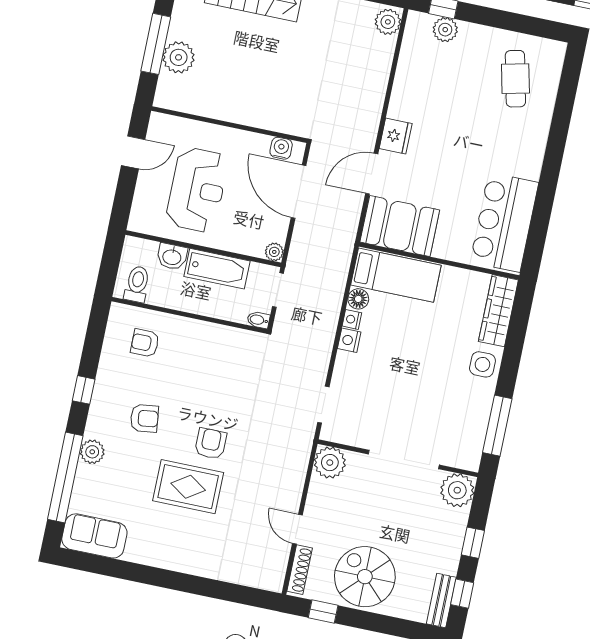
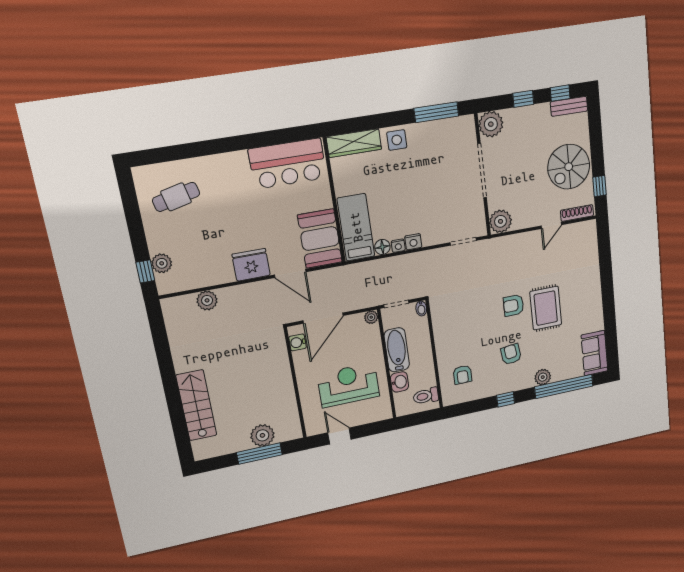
plant: (388, 22) -> (207, 300), moved
fridge: (396, 136) -> (251, 265), width x1.36, depth x1.34

